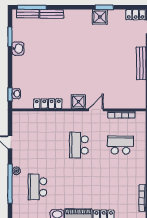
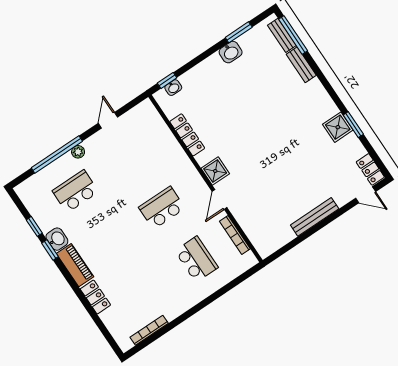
door: (96, 110) -> (220, 199), swing flipped

